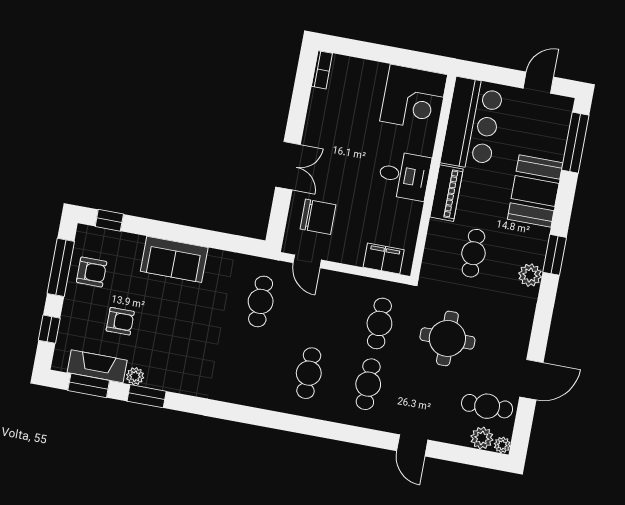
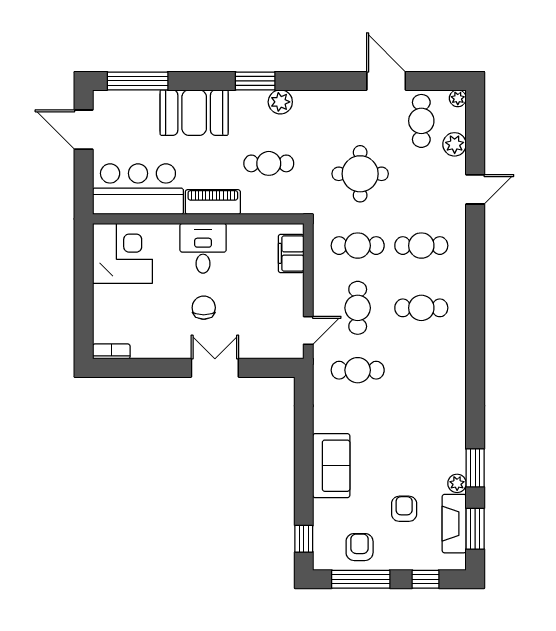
door: (538, 83) -> (84, 130), width x1.38
chair: (318, 217) -> (204, 308), moved, width x0.73, depth x0.73
cafe table: (320, 312) -> (358, 308), added
plant: (482, 438) -> (455, 144), moved

